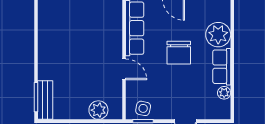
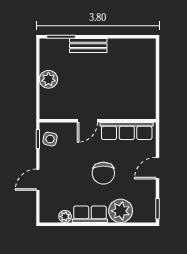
chair: (179, 53) -> (103, 173), turned -90
bench: (45, 100) -> (88, 46), moved
plant: (98, 110) -> (48, 79), moved

